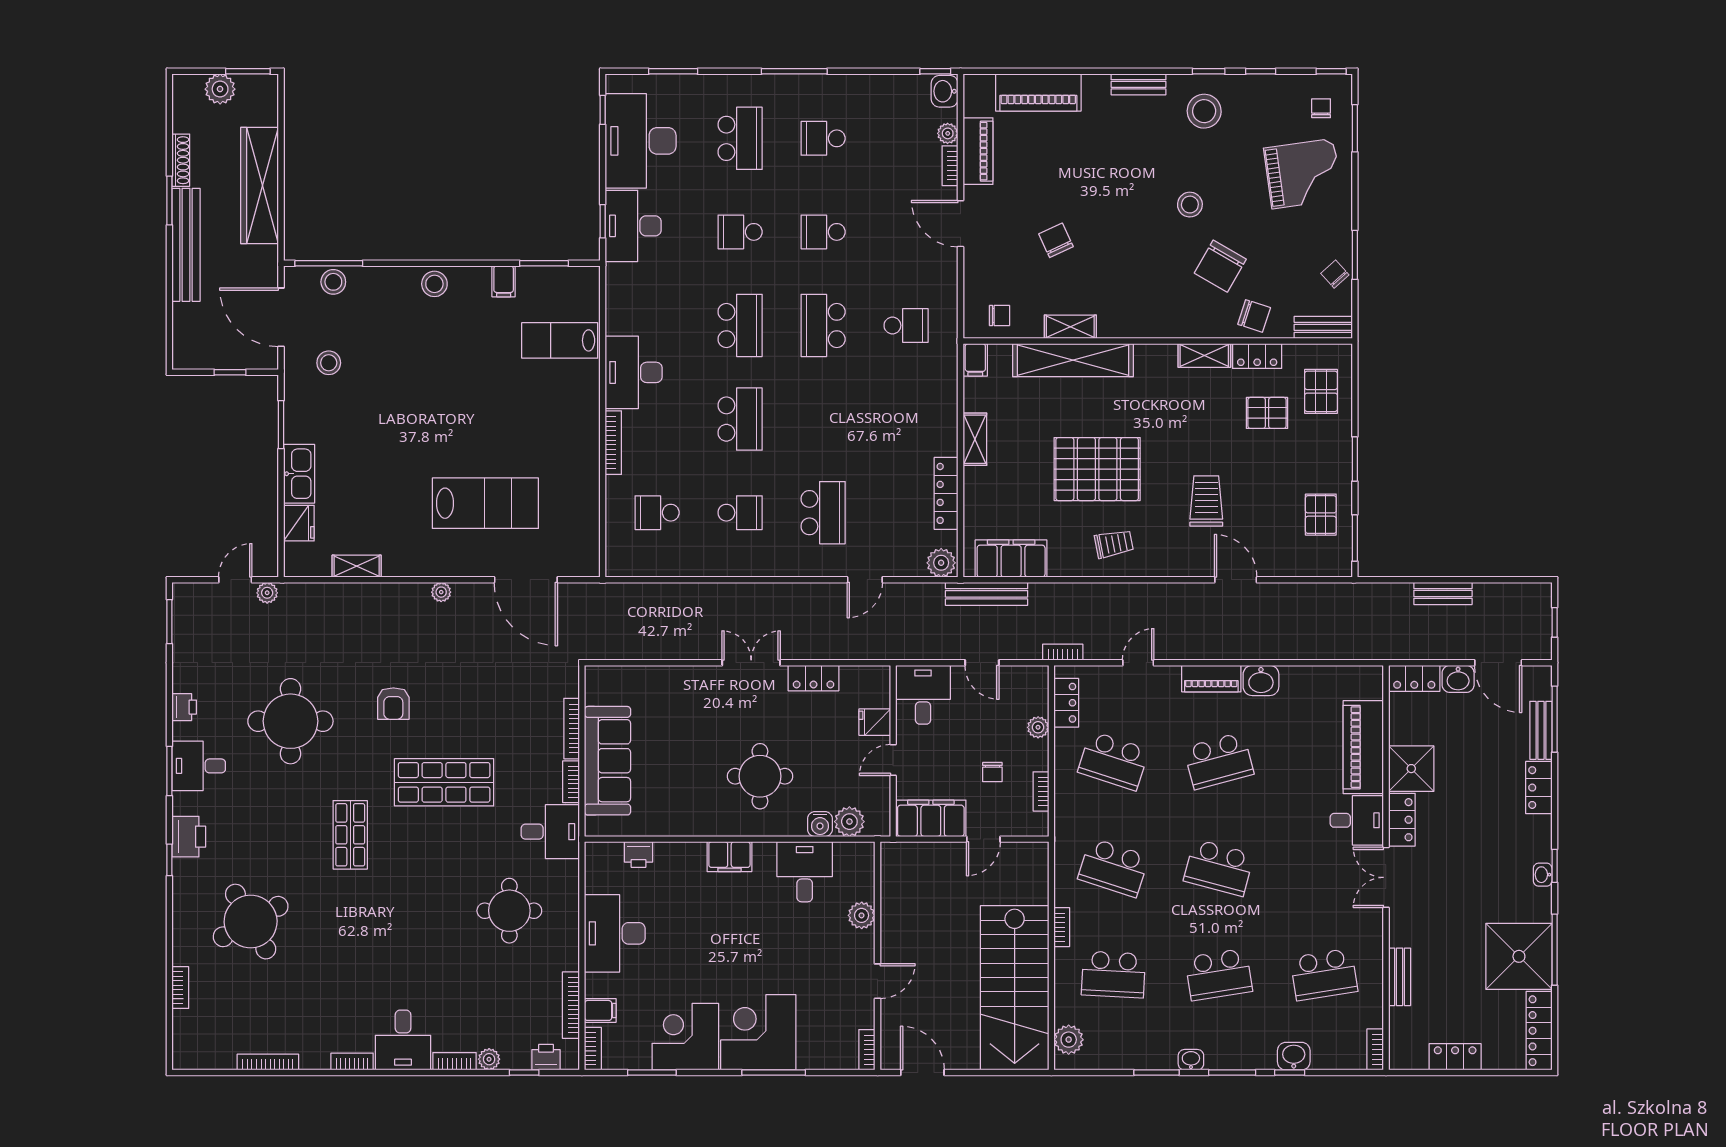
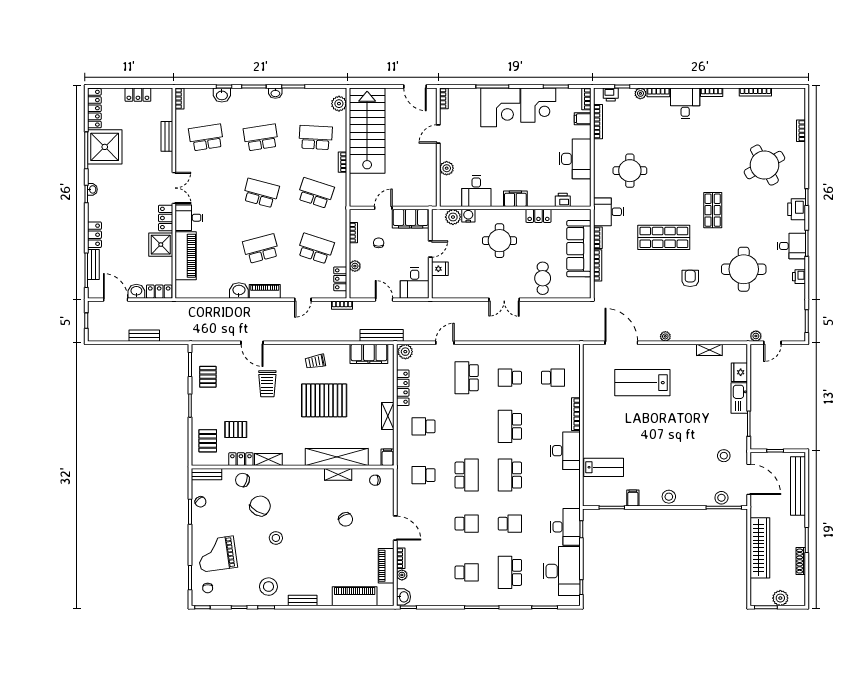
bench: (186, 245) -> (798, 486), moved
school desk: (906, 419) -> (423, 426), added
locker: (813, 678) -> (538, 216), moved, turned 180
cafe table: (677, 704) -> (543, 278), added

